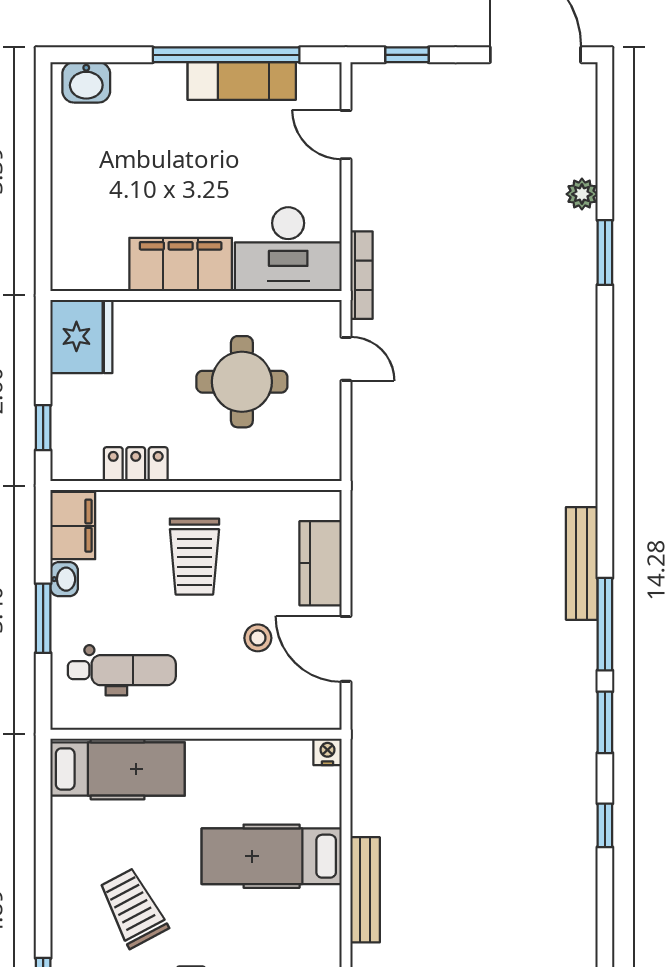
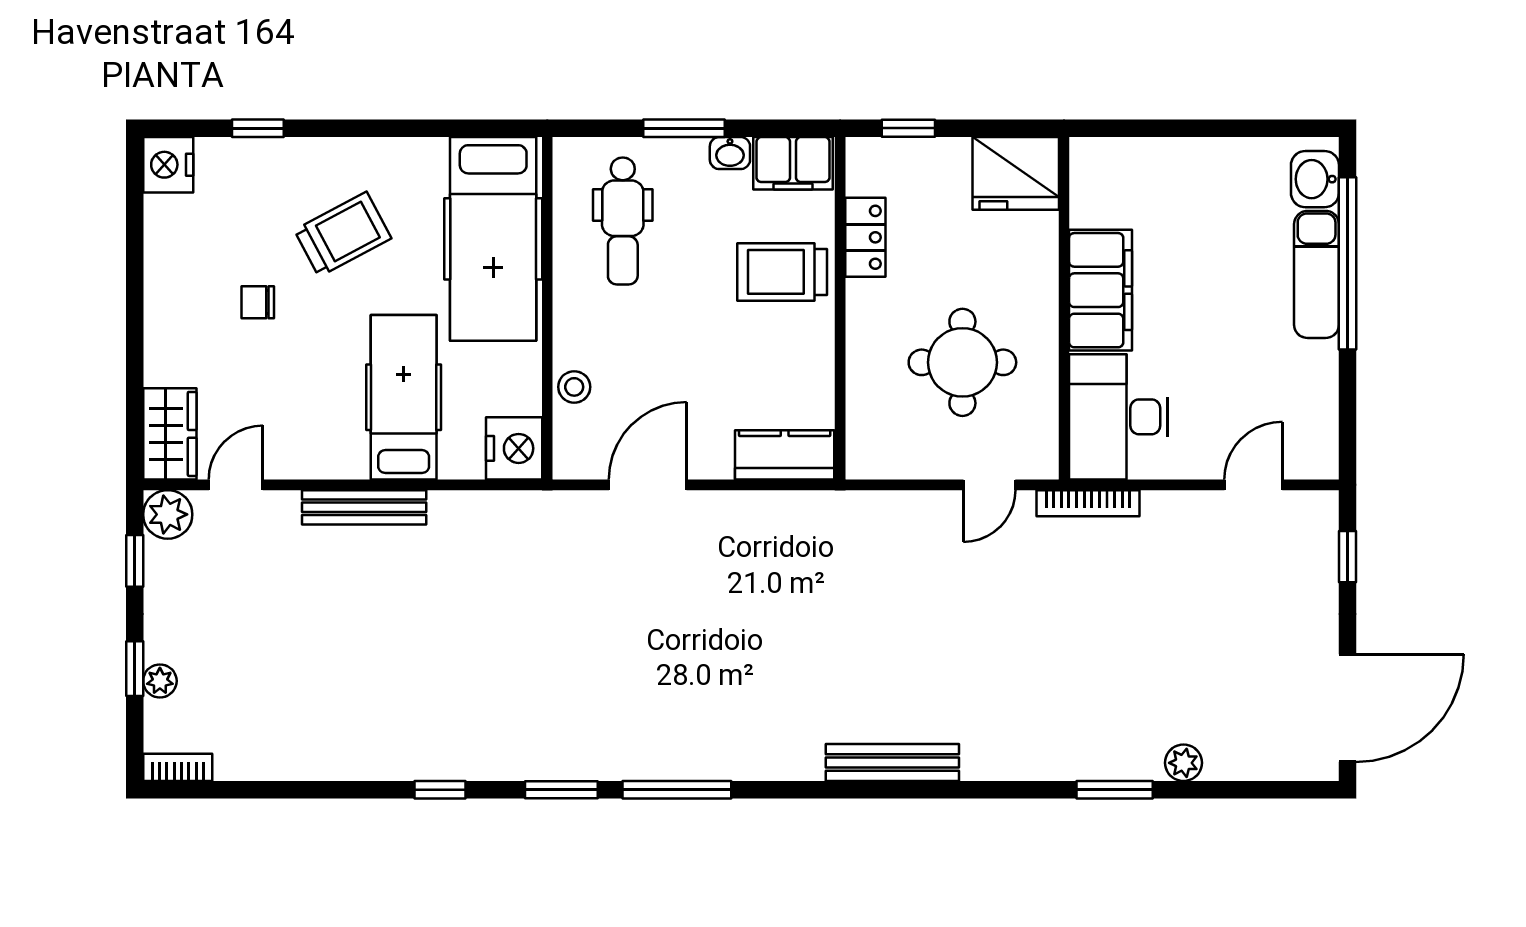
window: (226, 55) -> (1347, 263), moved
exam couch: (242, 81) -> (1317, 274), moved
trolley: (194, 557) -> (782, 272), moved
kitchen counter: (321, 563) -> (785, 455), moved
bench: (582, 563) -> (892, 763), moved
stool: (258, 638) -> (574, 387), moved
nightstand: (327, 752) -> (514, 448), width x1.89, depth x1.79
hospital bed: (118, 769) -> (493, 239), width x1.37, depth x1.29

